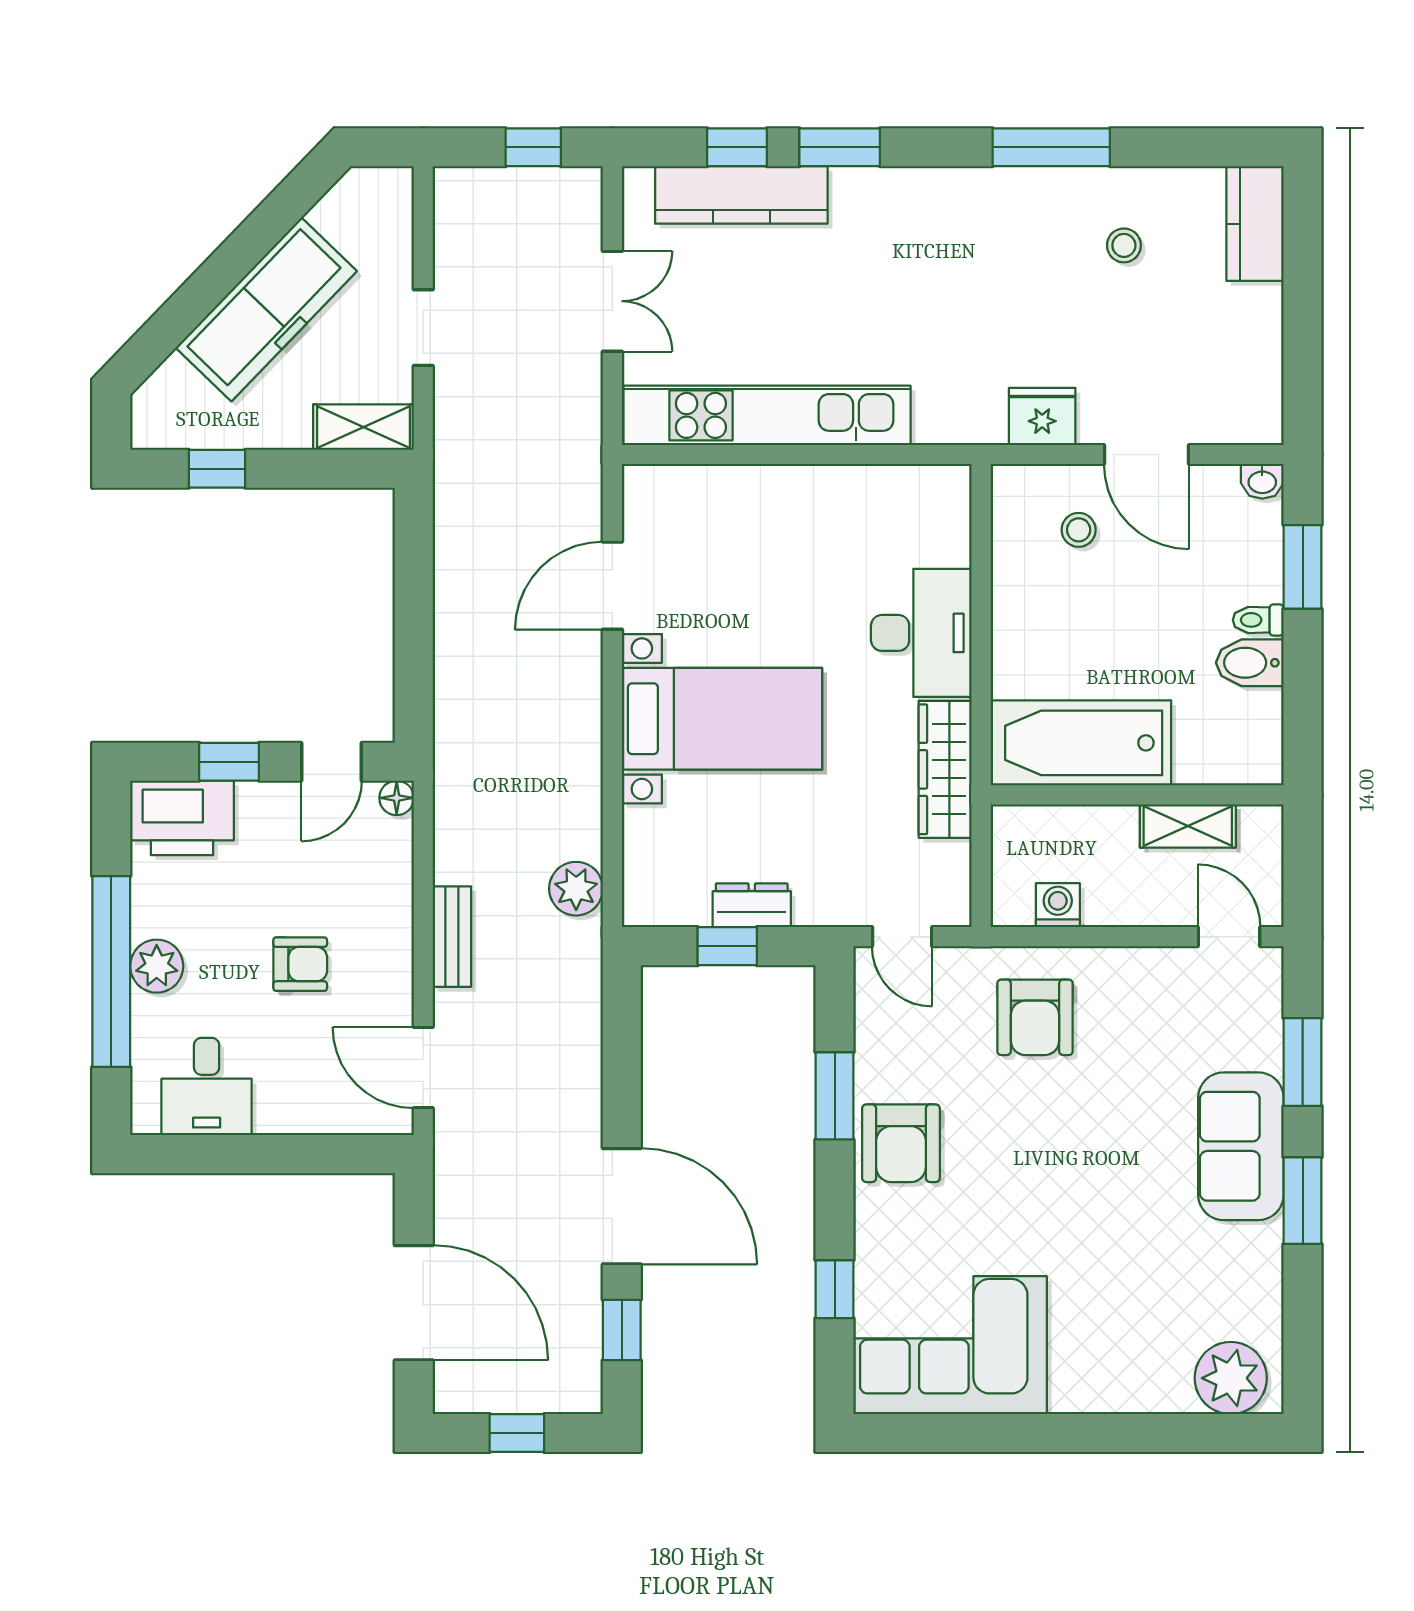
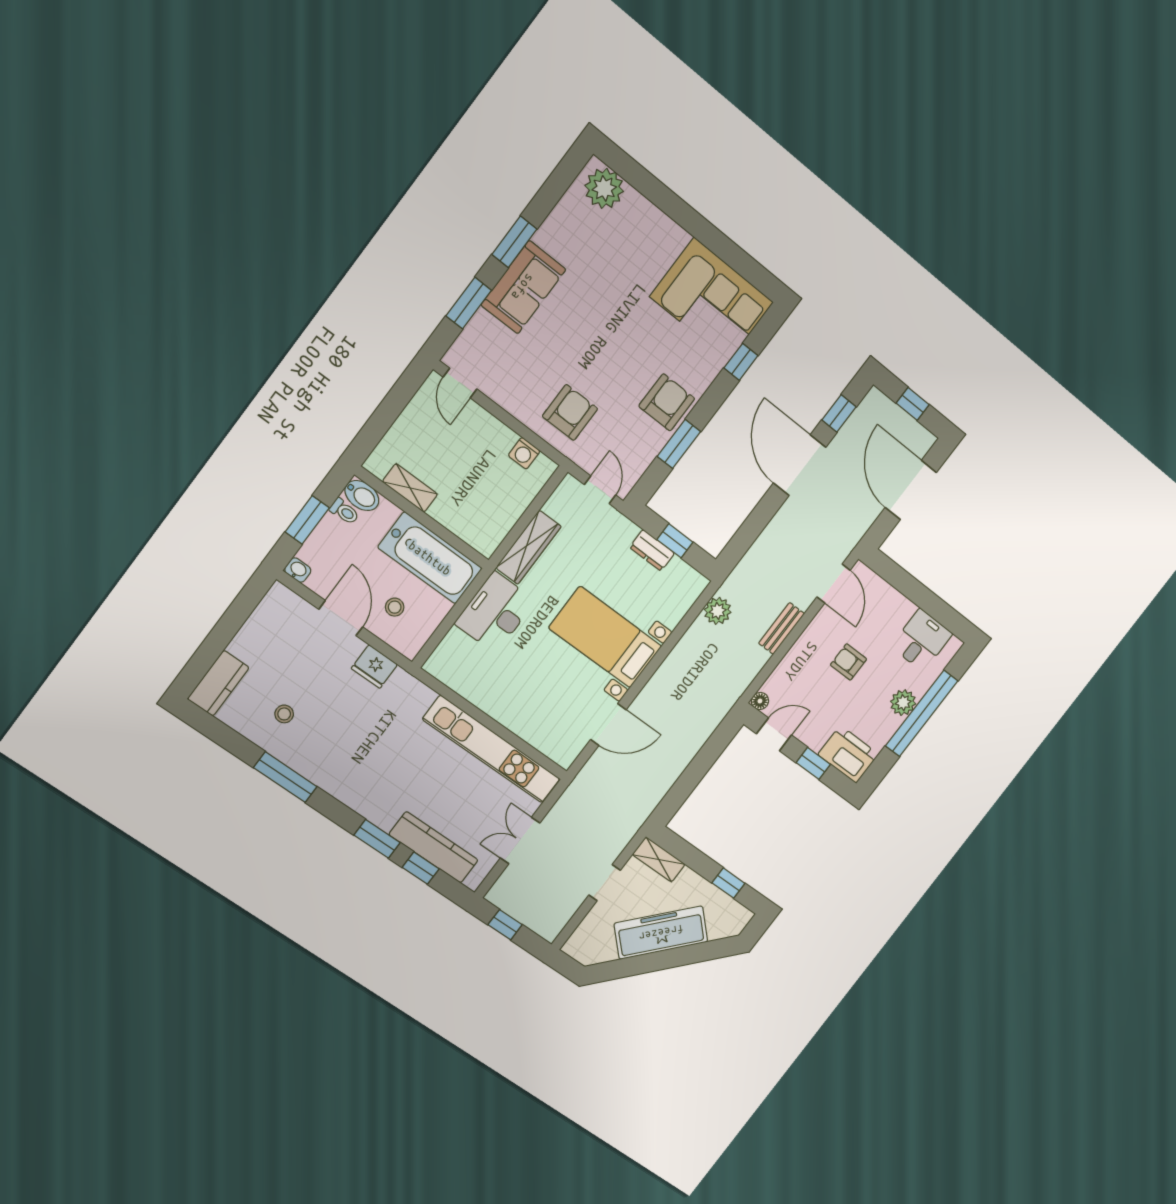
bathtub: (1081, 743) -> (430, 558), moved
wall: (1137, 795) -> (422, 518), moved
shelving: (1188, 826) -> (410, 488), moved

